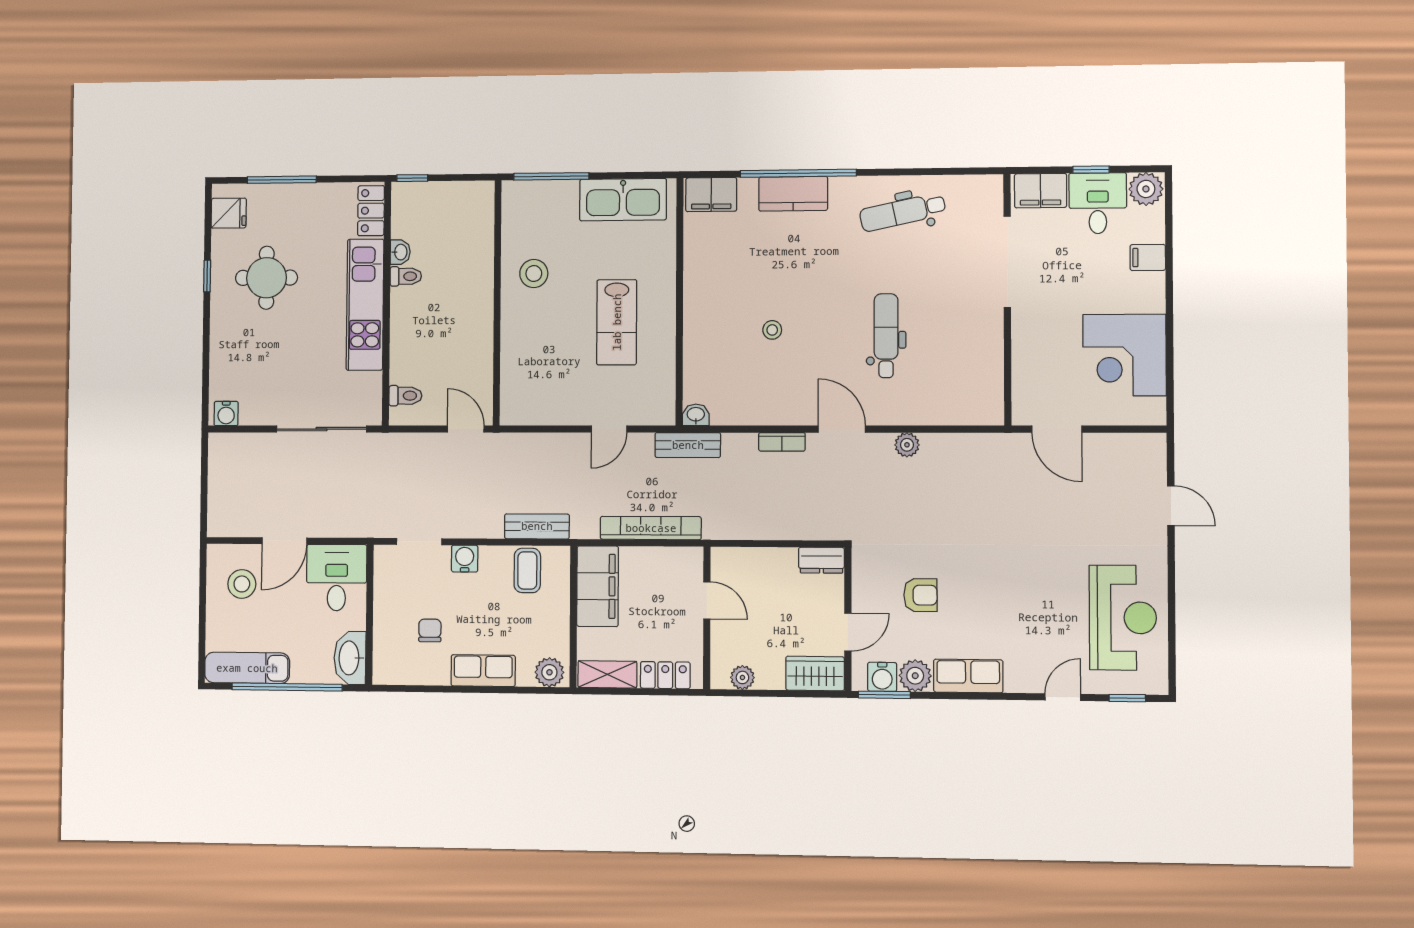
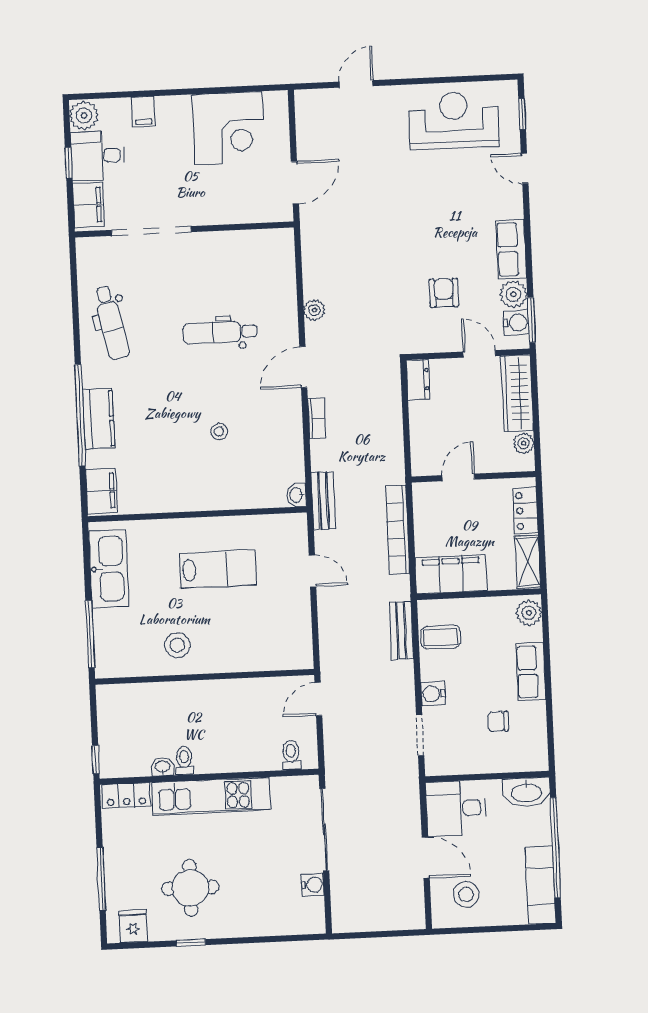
water cooler: (226, 414) -> (313, 885), moved
wardrobe: (815, 673) -> (517, 393), width x1.50

